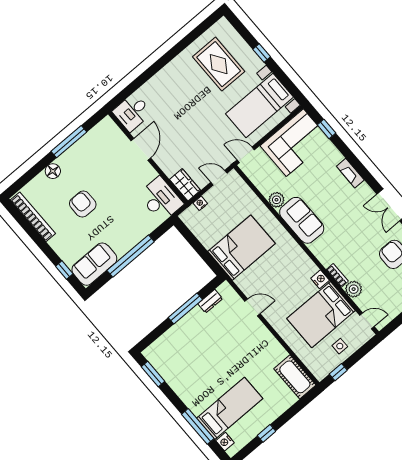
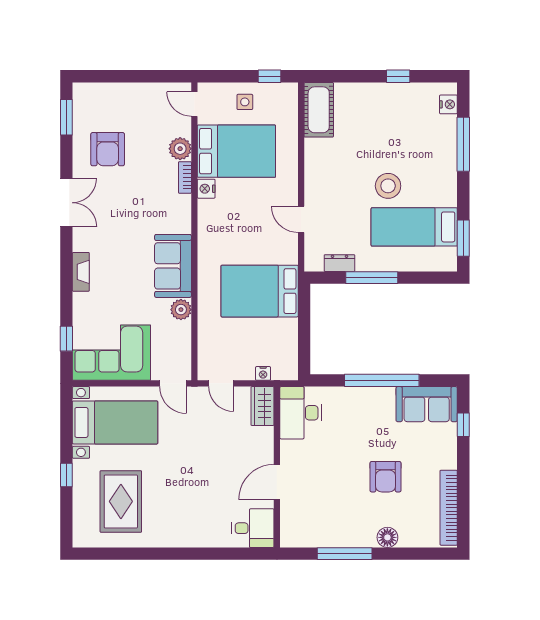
stool: (220, 367) -> (388, 186), added
bed: (230, 408) -> (414, 227), moved

